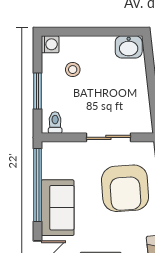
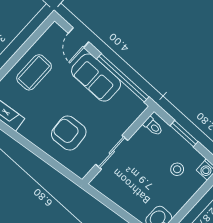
armchair: (125, 188) -> (69, 133), width x0.73, depth x0.73

